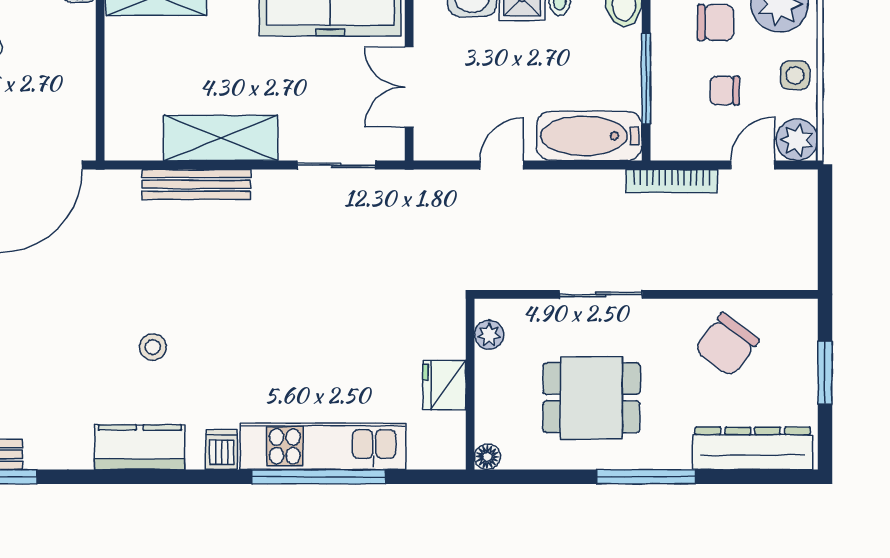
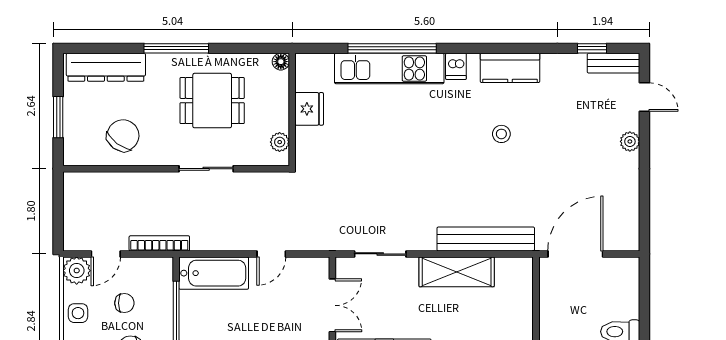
bench: (196, 184) -> (486, 239), width x1.37, depth x1.21

